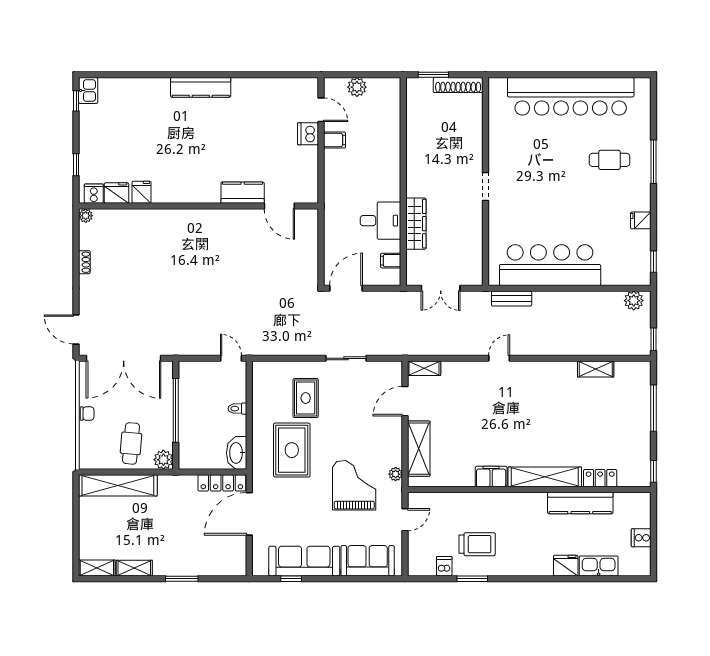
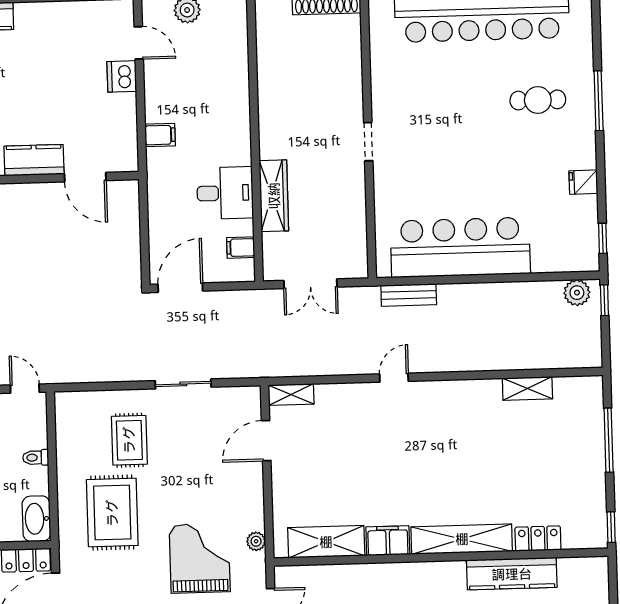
filing cabinet: (335, 140) -> (160, 135), moved
window: (654, 339) -> (604, 300), moved
shelving: (419, 449) -> (326, 542), moved, turned 90

